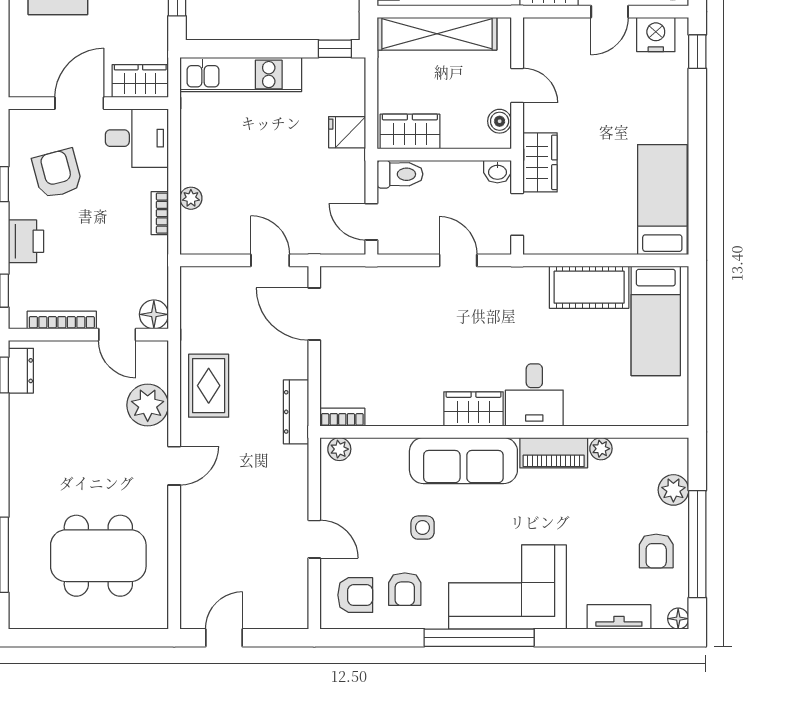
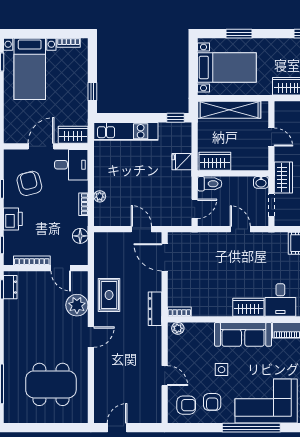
boiler: (500, 121) -> (262, 156), removed
door: (371, 222) -> (195, 209), swing flipped
floor lamp: (154, 314) -> (80, 236), moved

